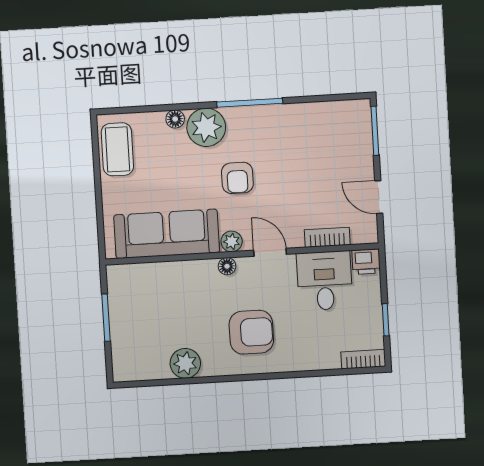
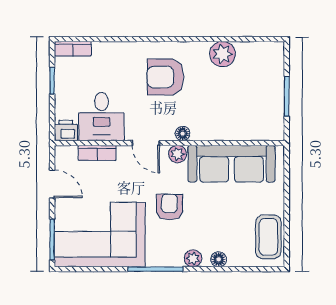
plant: (206, 127) -> (193, 258), width x0.53, depth x0.53
corner sofa: (319, 140) -> (100, 235), added

